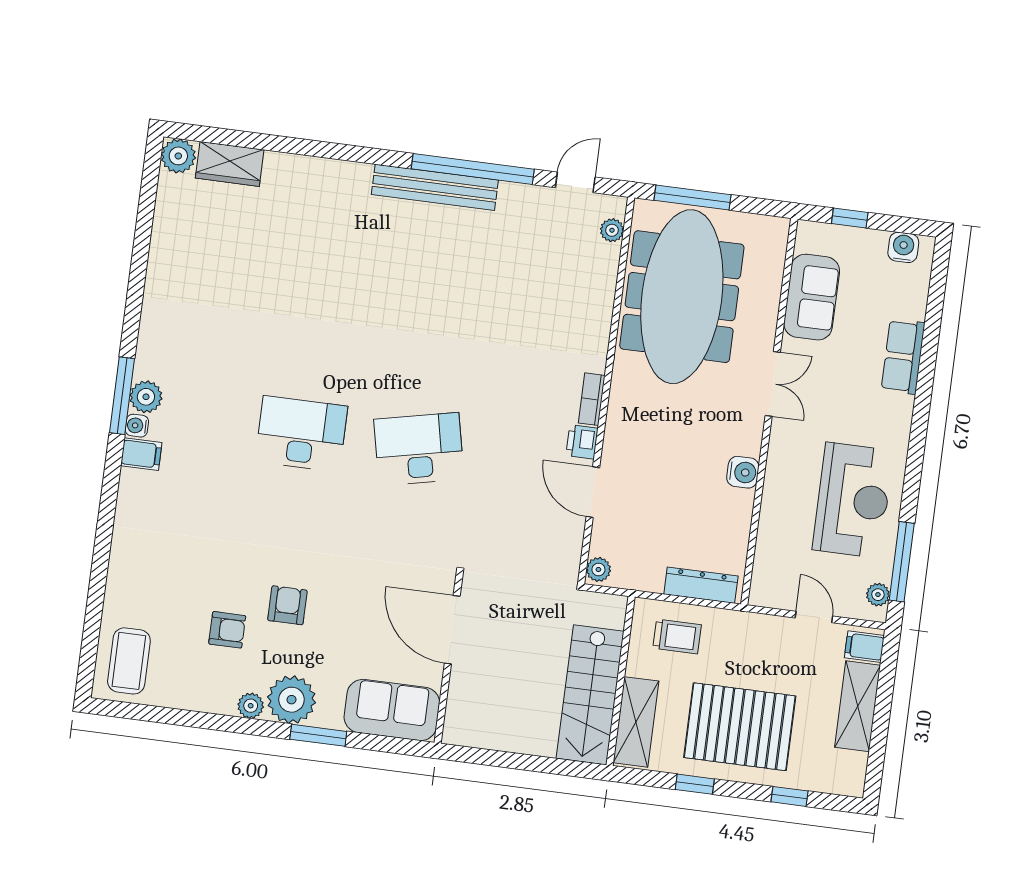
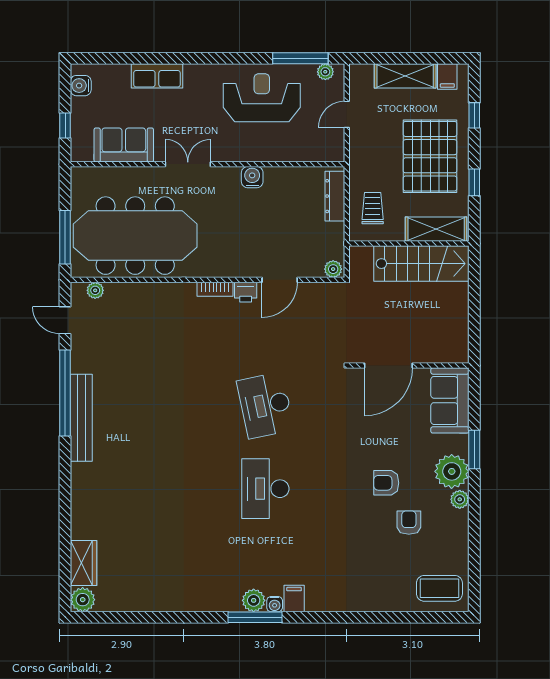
filing cabinet: (864, 647) -> (447, 76), moved

